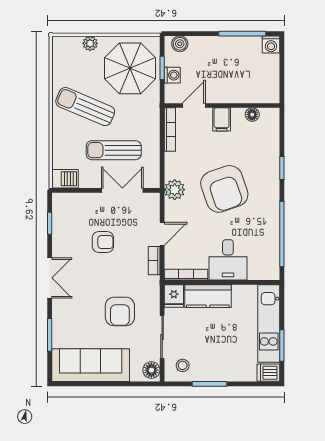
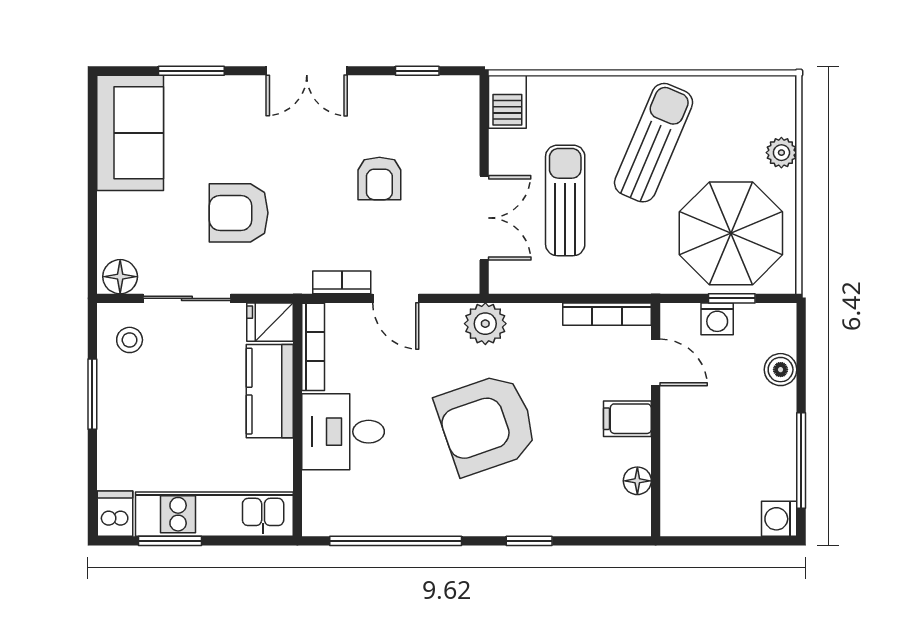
boiler: (180, 44) -> (781, 370), moved
sofa: (91, 365) -> (130, 133), width x0.73

